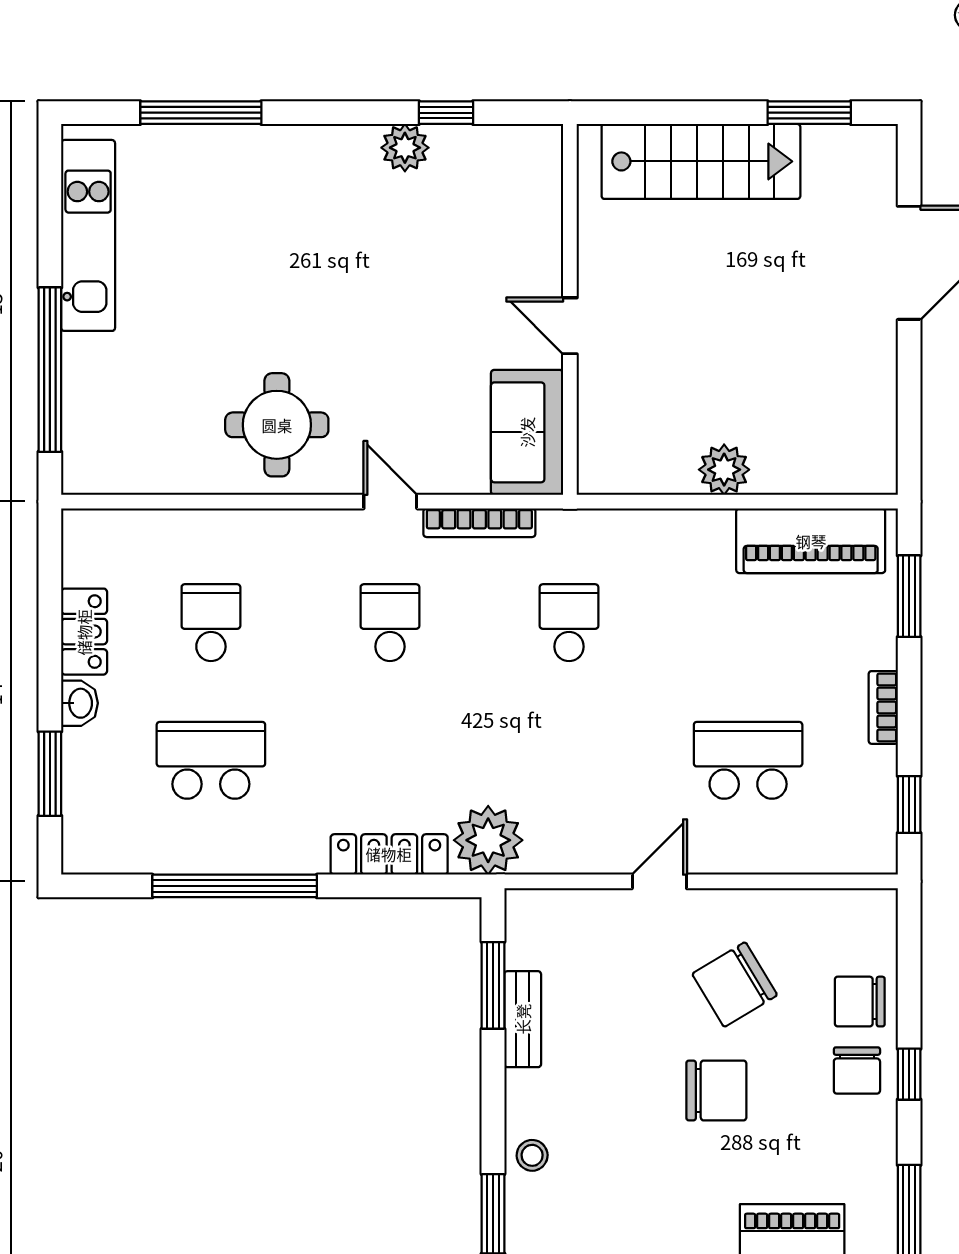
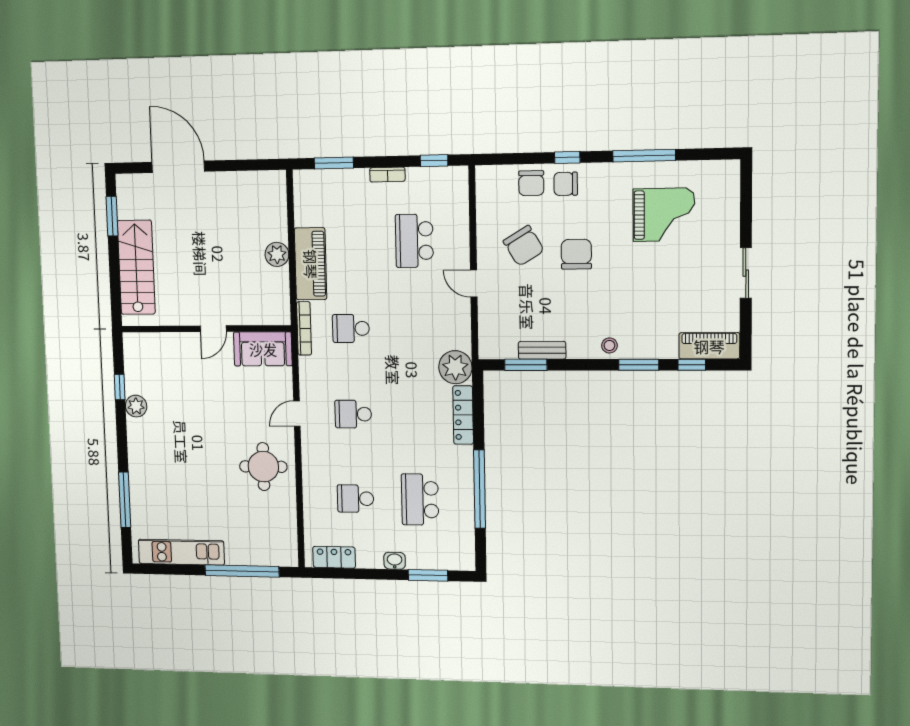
bookcase: (479, 523) -> (304, 328), moved
piano: (811, 541) -> (311, 264), moved
locker: (84, 632) -> (334, 557), moved
chair: (857, 1071) -> (566, 184), turned 180

